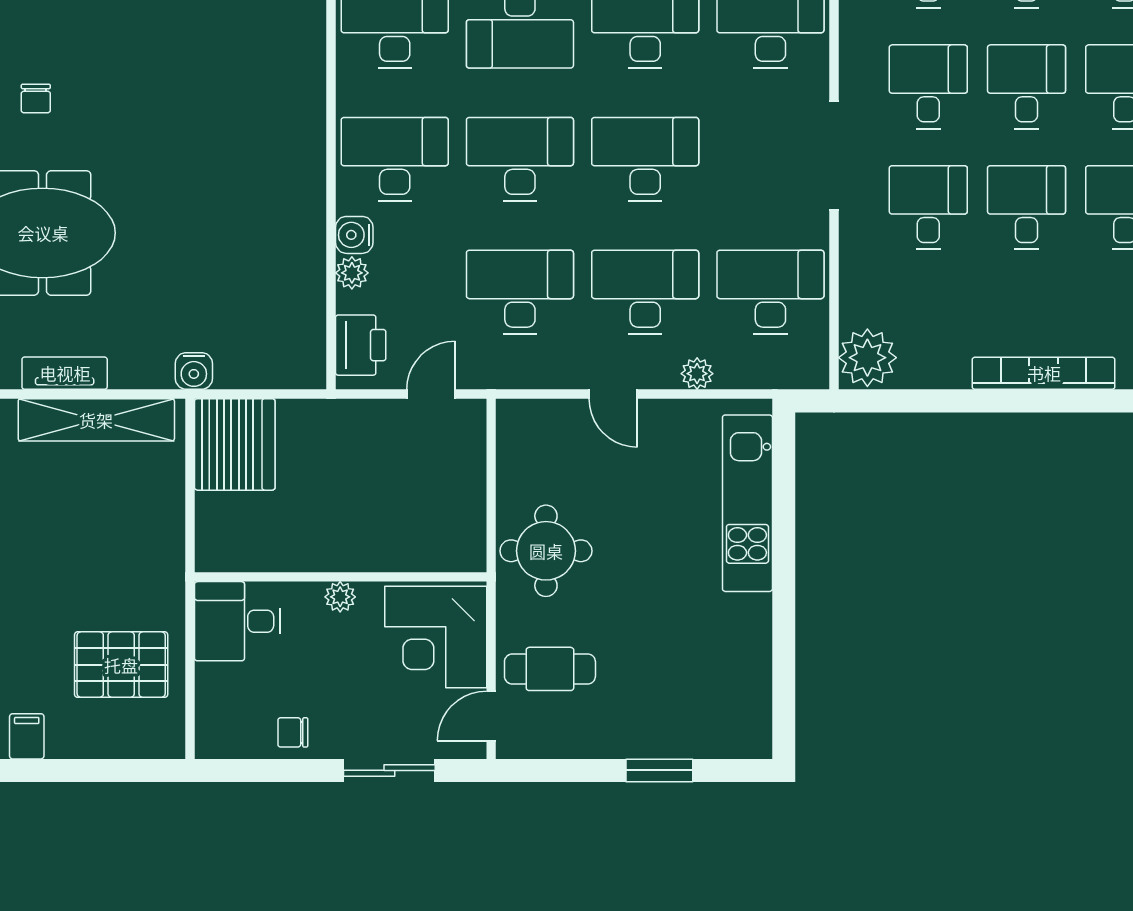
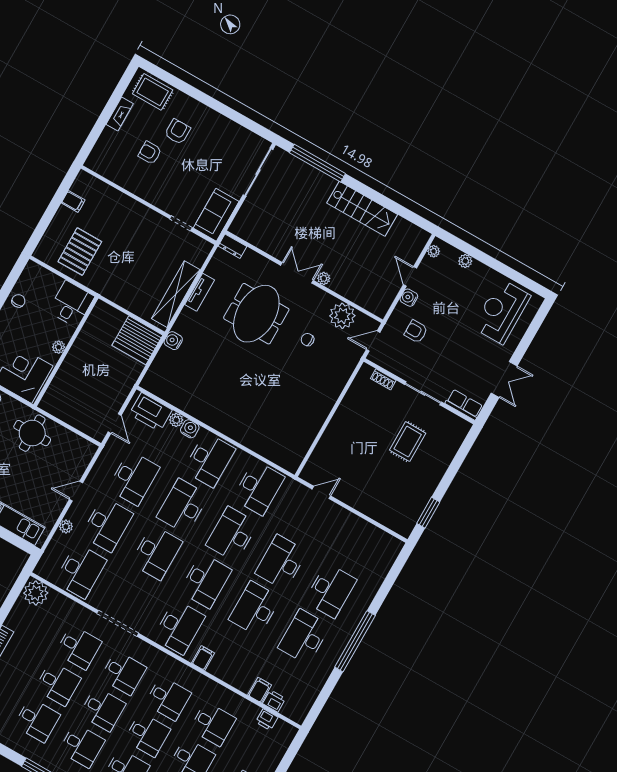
desk: (520, 159) -> (183, 506), turned 180
printer: (361, 345) -> (151, 412), width x1.37, depth x1.19

